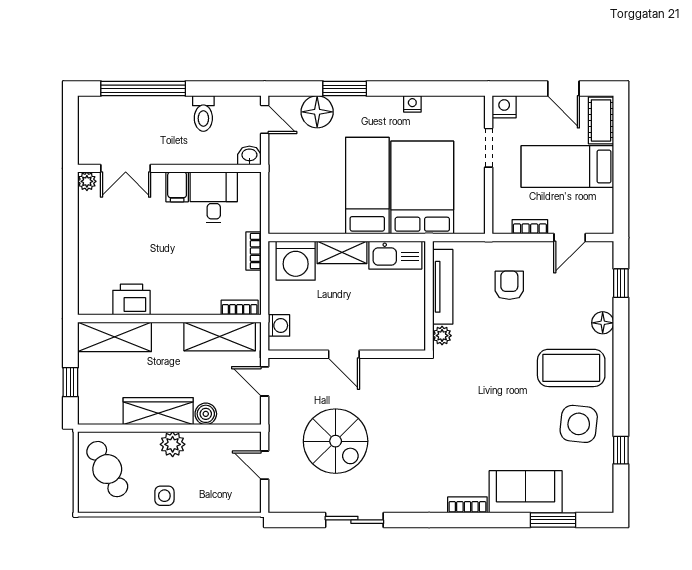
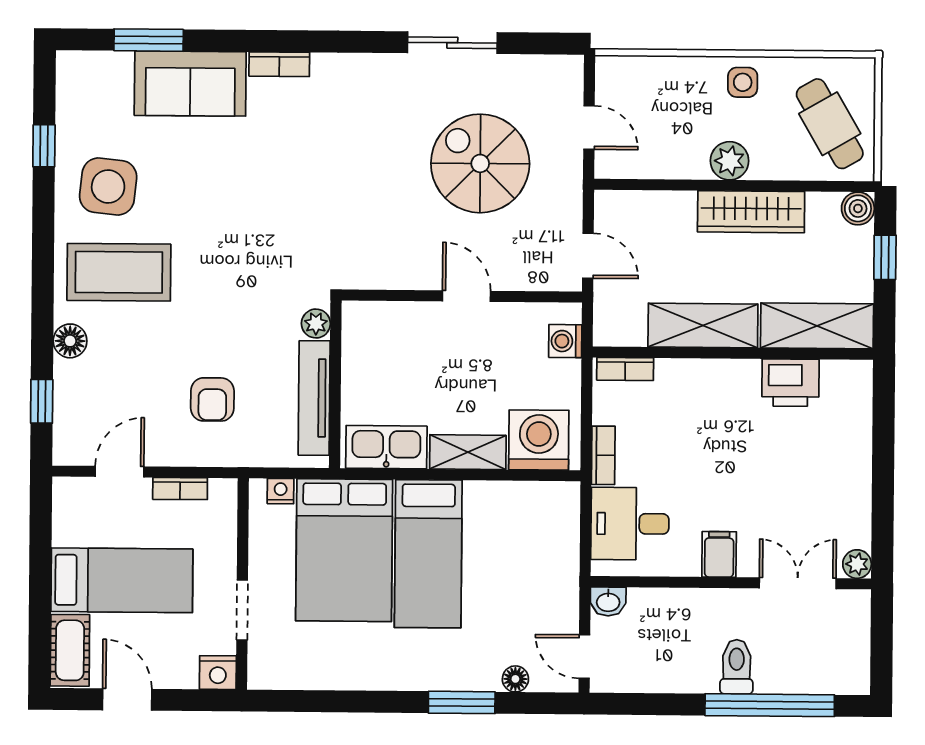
nightstand: (412, 104) -> (281, 491), moved, turned 180
floor lamp: (317, 112) -> (515, 679), width x0.53, depth x0.53
toilet: (203, 113) -> (737, 667), moved
desk: (214, 197) -> (630, 524), moved, turned 90
shelving: (220, 336) -> (703, 325), moved
boiler: (206, 414) -> (858, 208), moved

